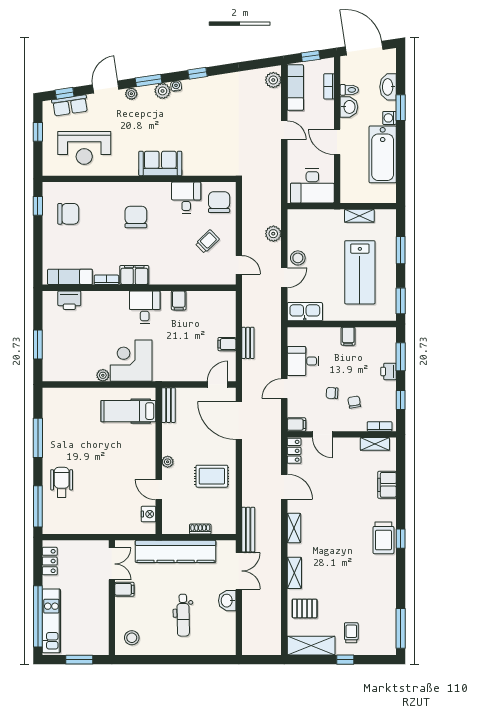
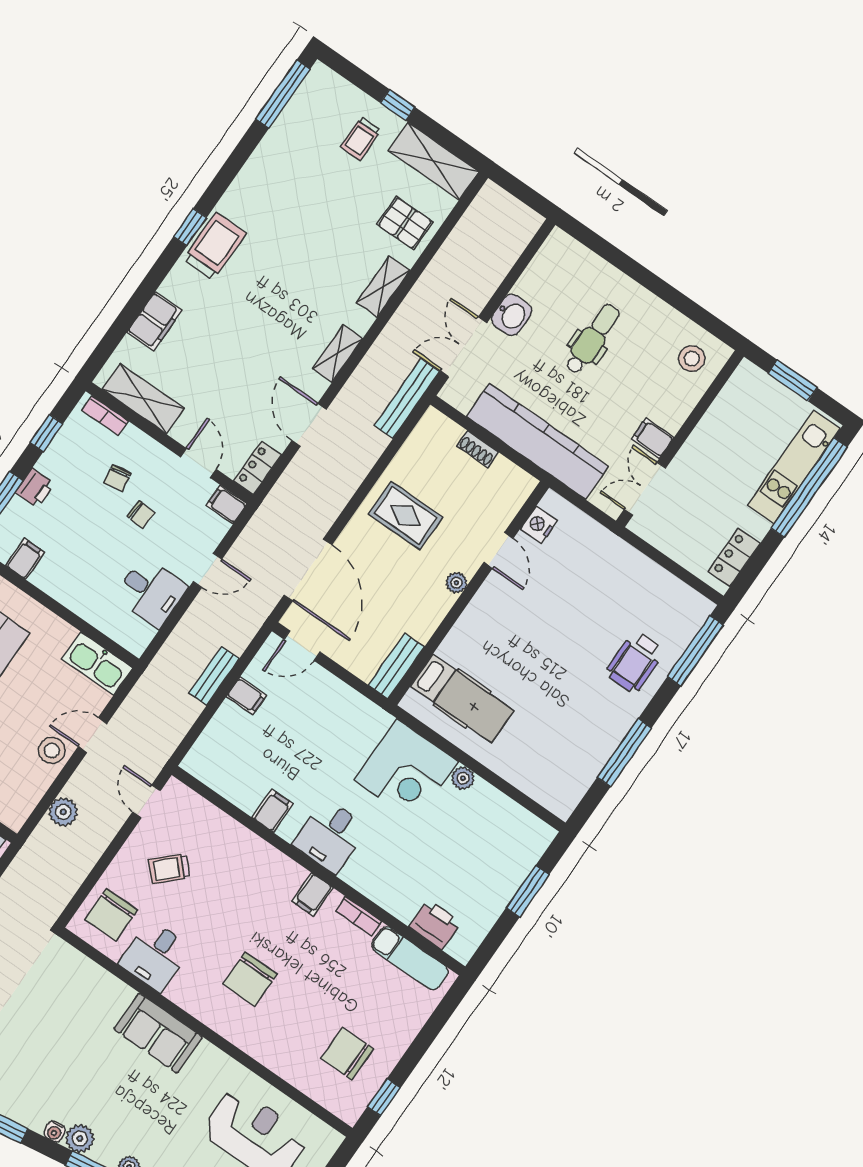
filing cabinet: (134, 275) -> (312, 894), width x0.50
filing cabinet: (348, 336) -> (25, 559), moved
shelving: (375, 444) -> (143, 399), width x1.50, depth x1.33

